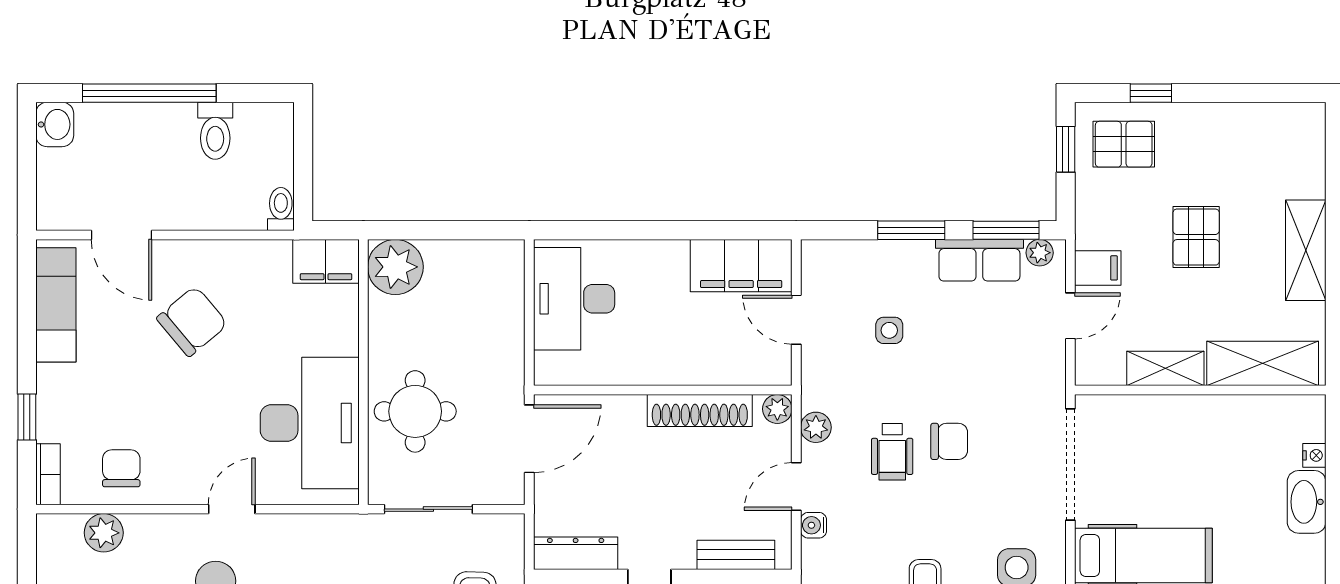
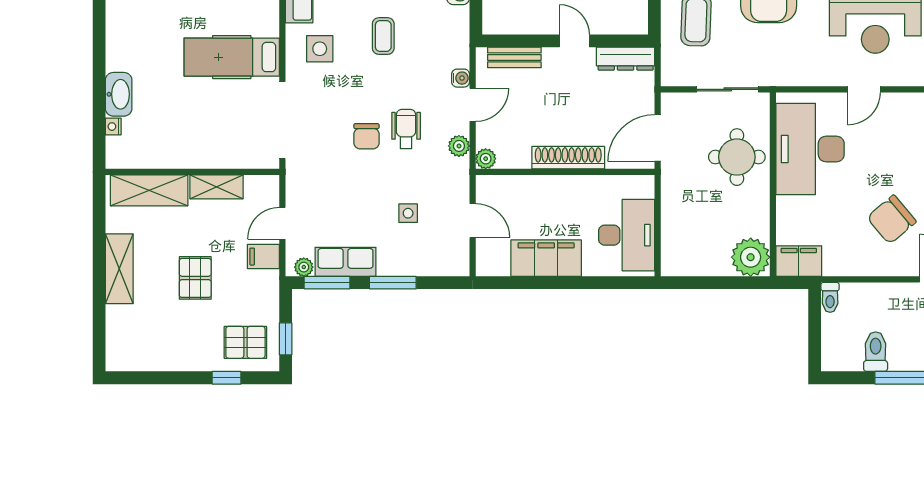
filing cabinet: (741, 266) -> (546, 258), moved
shoe rack: (700, 411) -> (568, 158), moved
chair: (949, 441) -> (366, 136), turned -90

